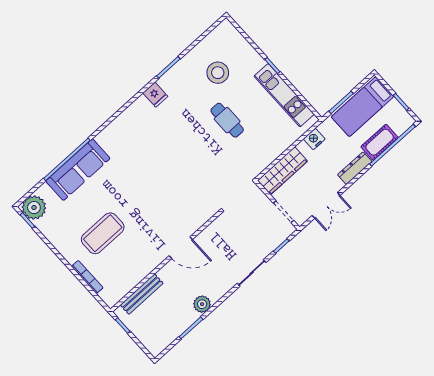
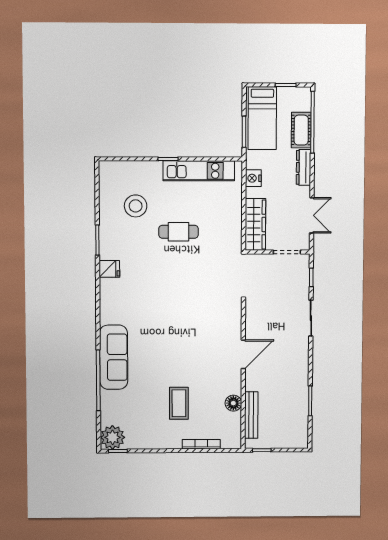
sofa: (78, 170) -> (114, 357), moved
coffee table: (103, 233) -> (179, 403), width x0.73, depth x0.76
floor lamp: (139, 273) -> (233, 403), added
plant: (202, 304) -> (300, 377), removed

